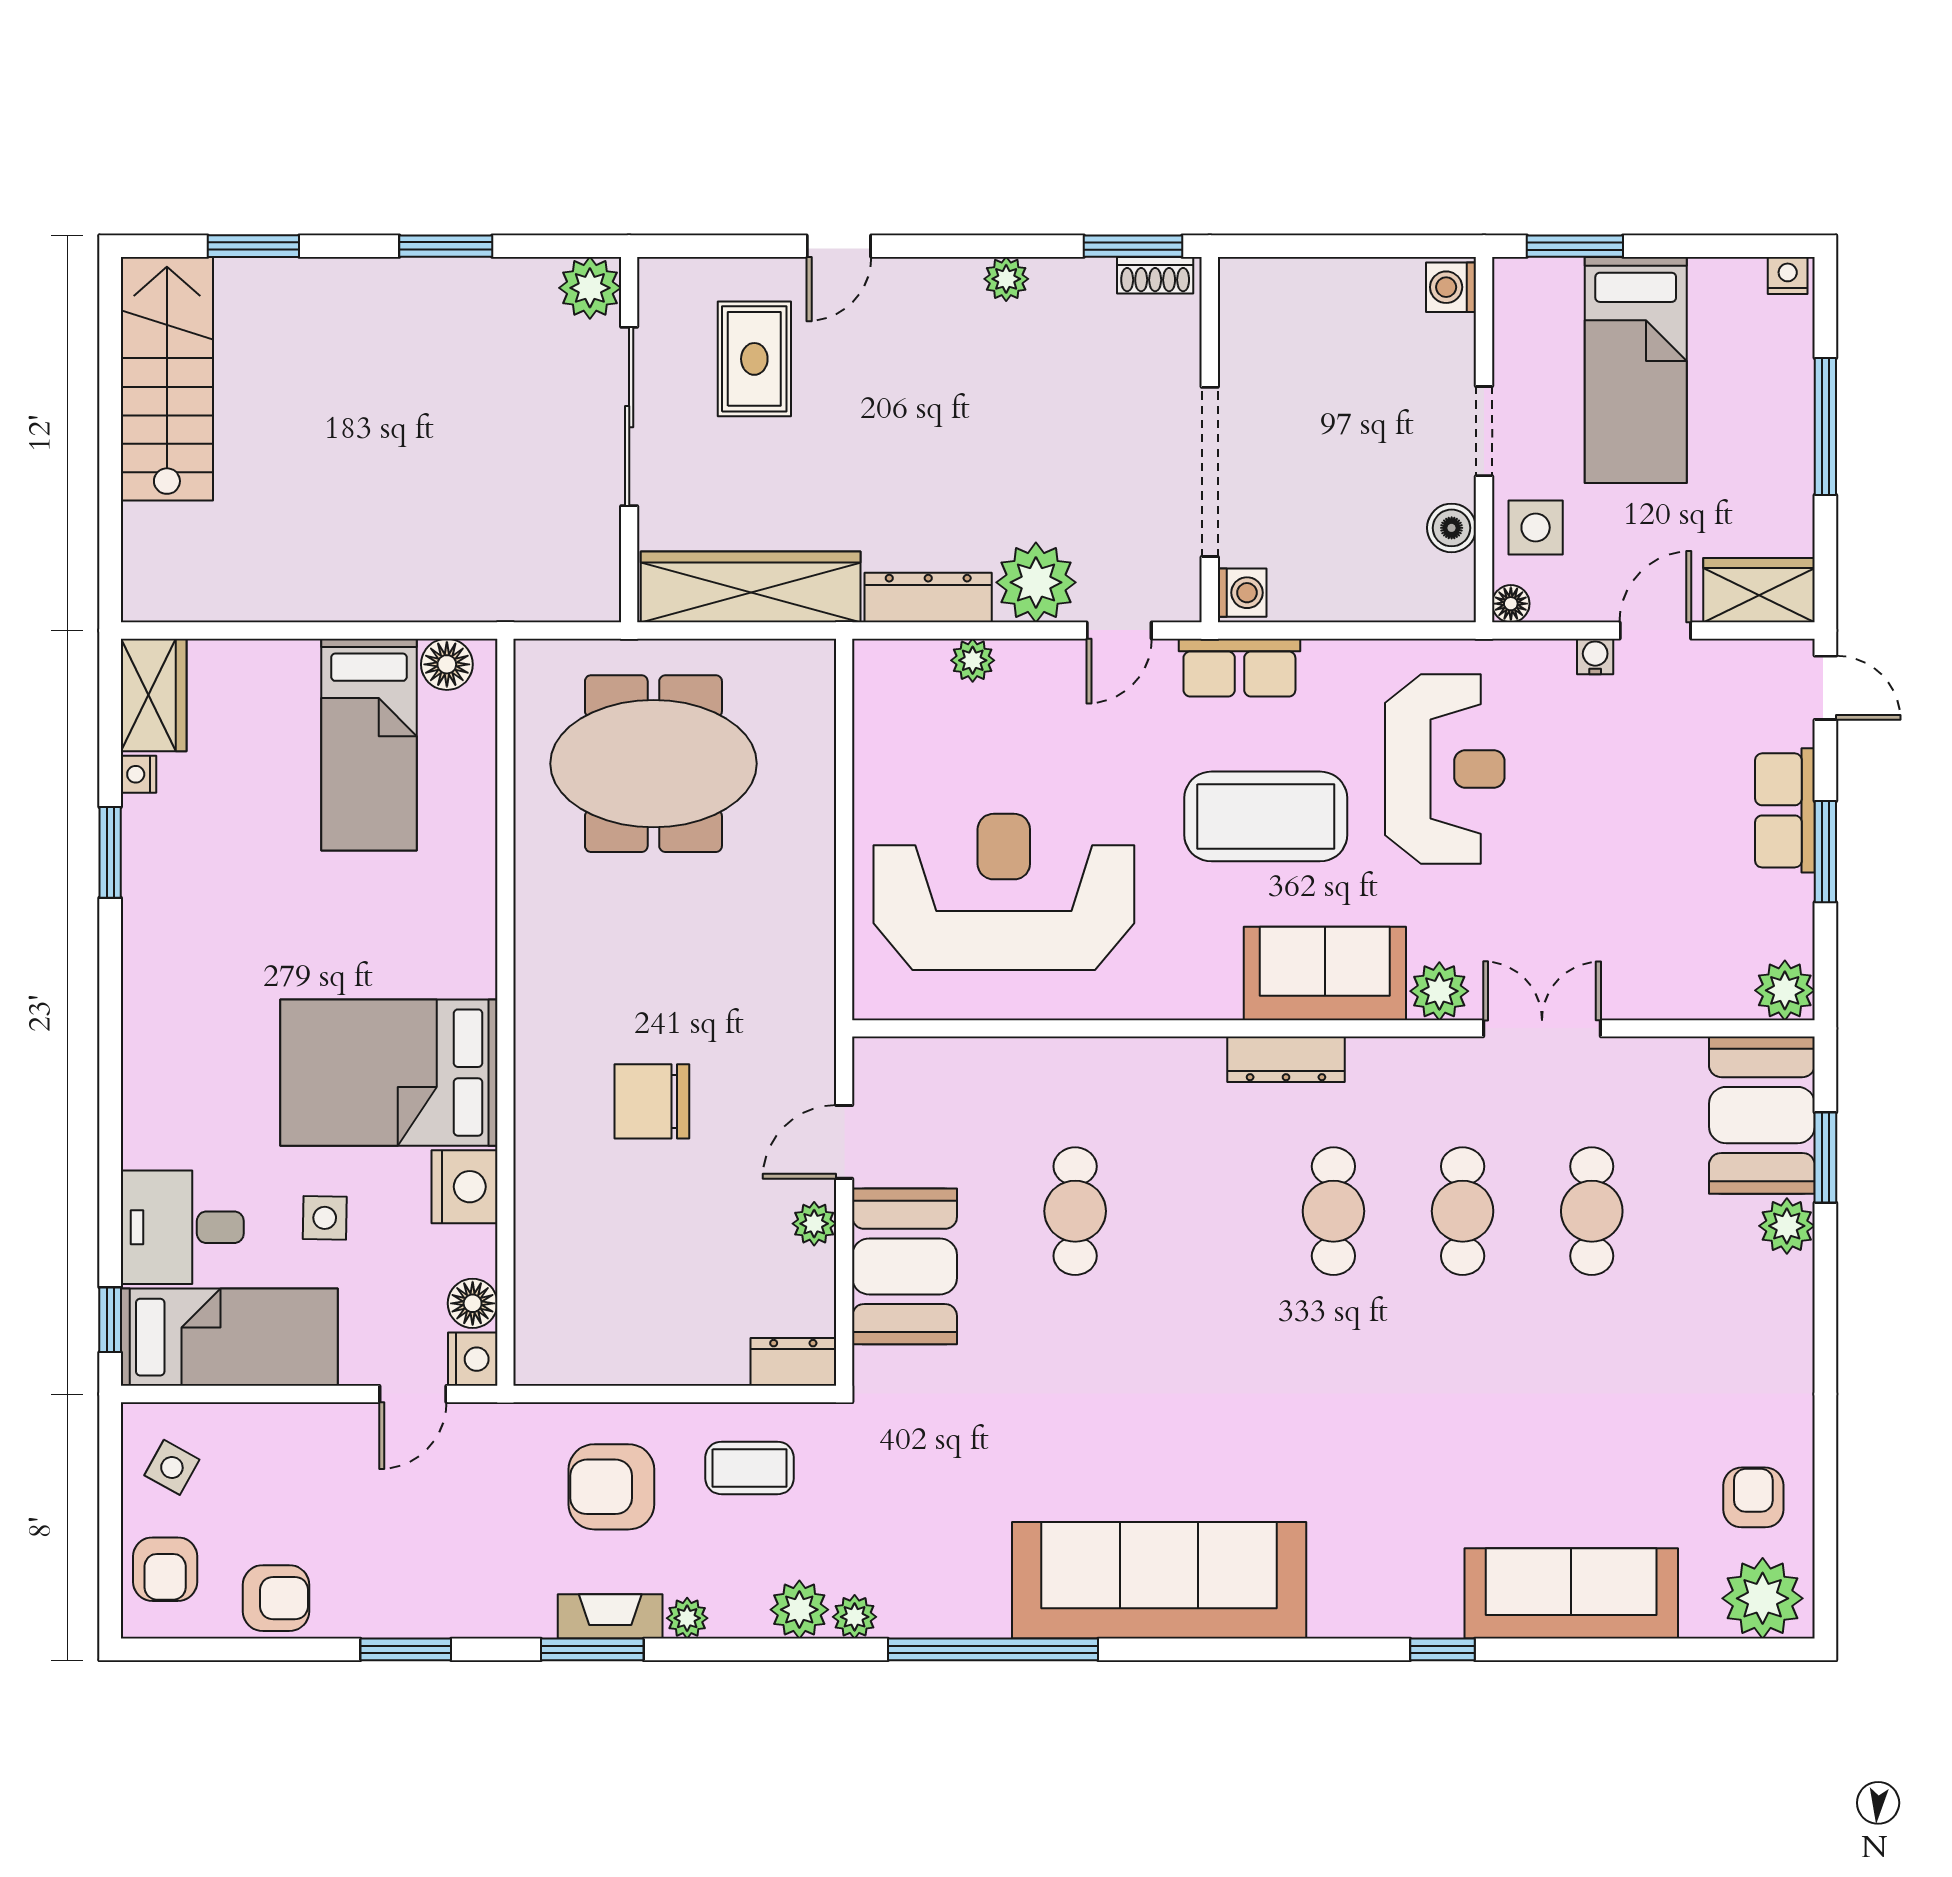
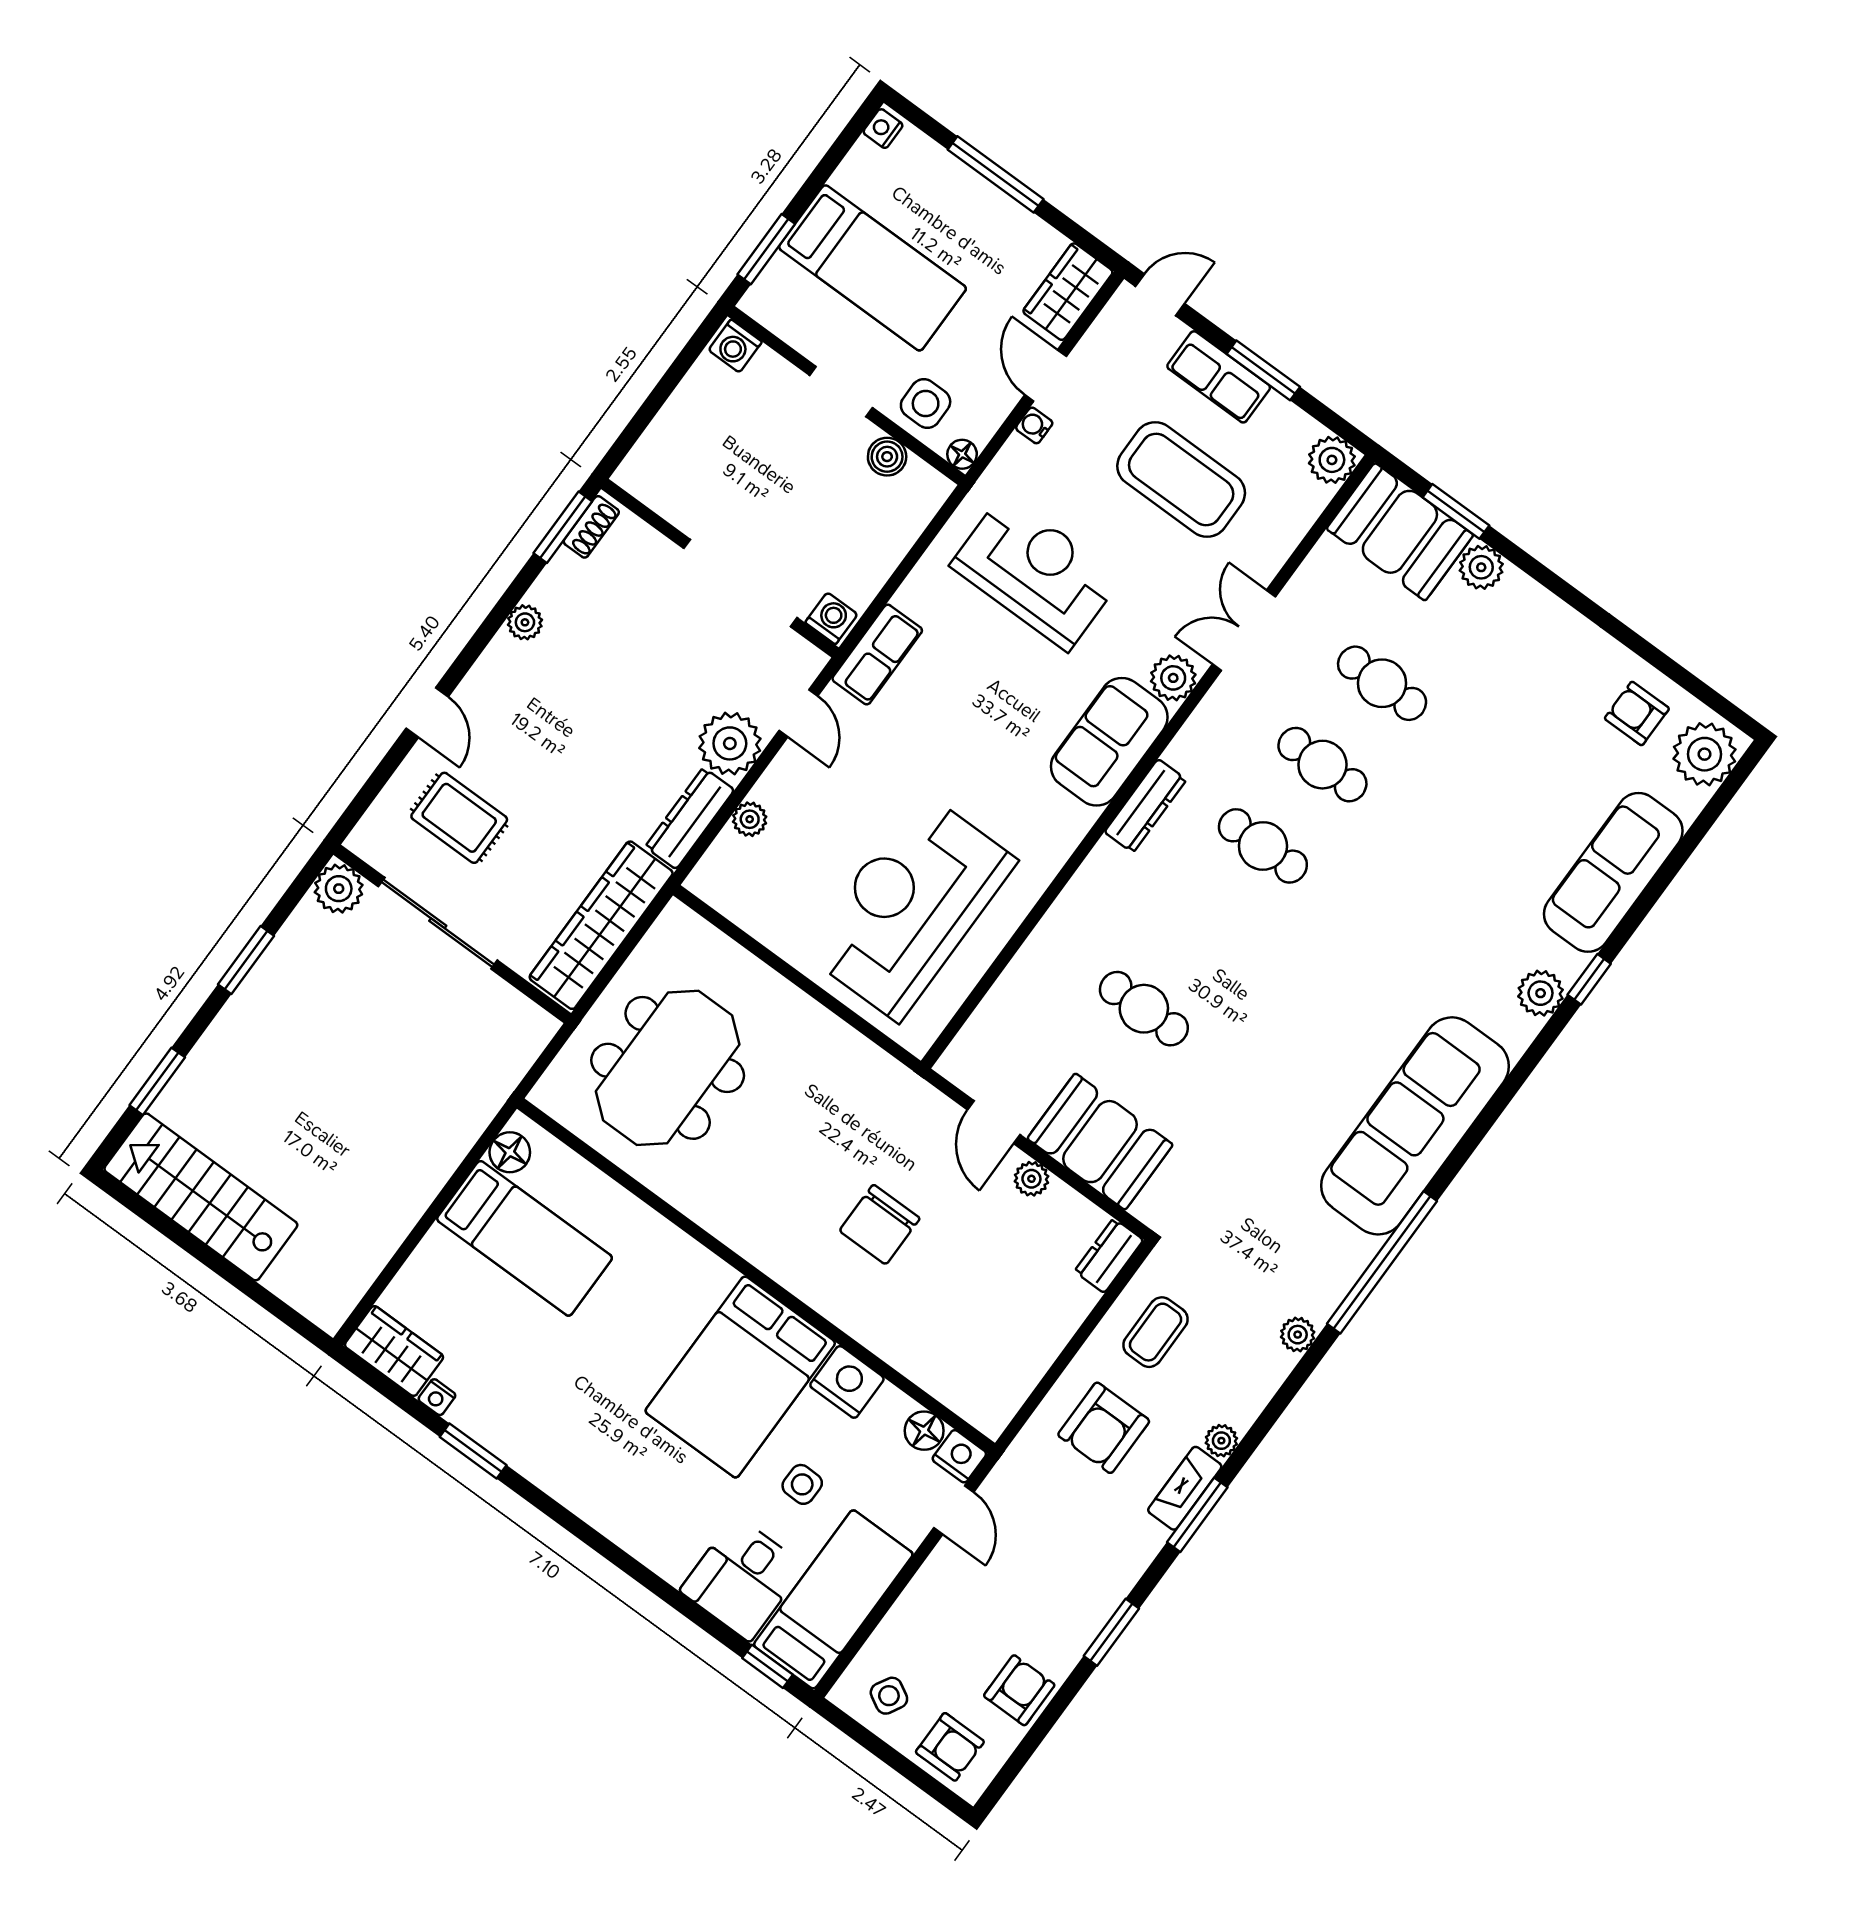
coffee table: (1266, 816) -> (1181, 479), moved, turned 90
plant: (799, 1610) -> (1541, 993), moved

